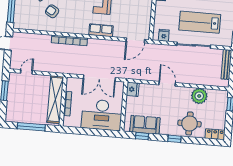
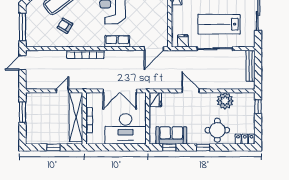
door: (26, 72) -> (62, 91), moved
window: (31, 127) -> (53, 147), width x0.46

